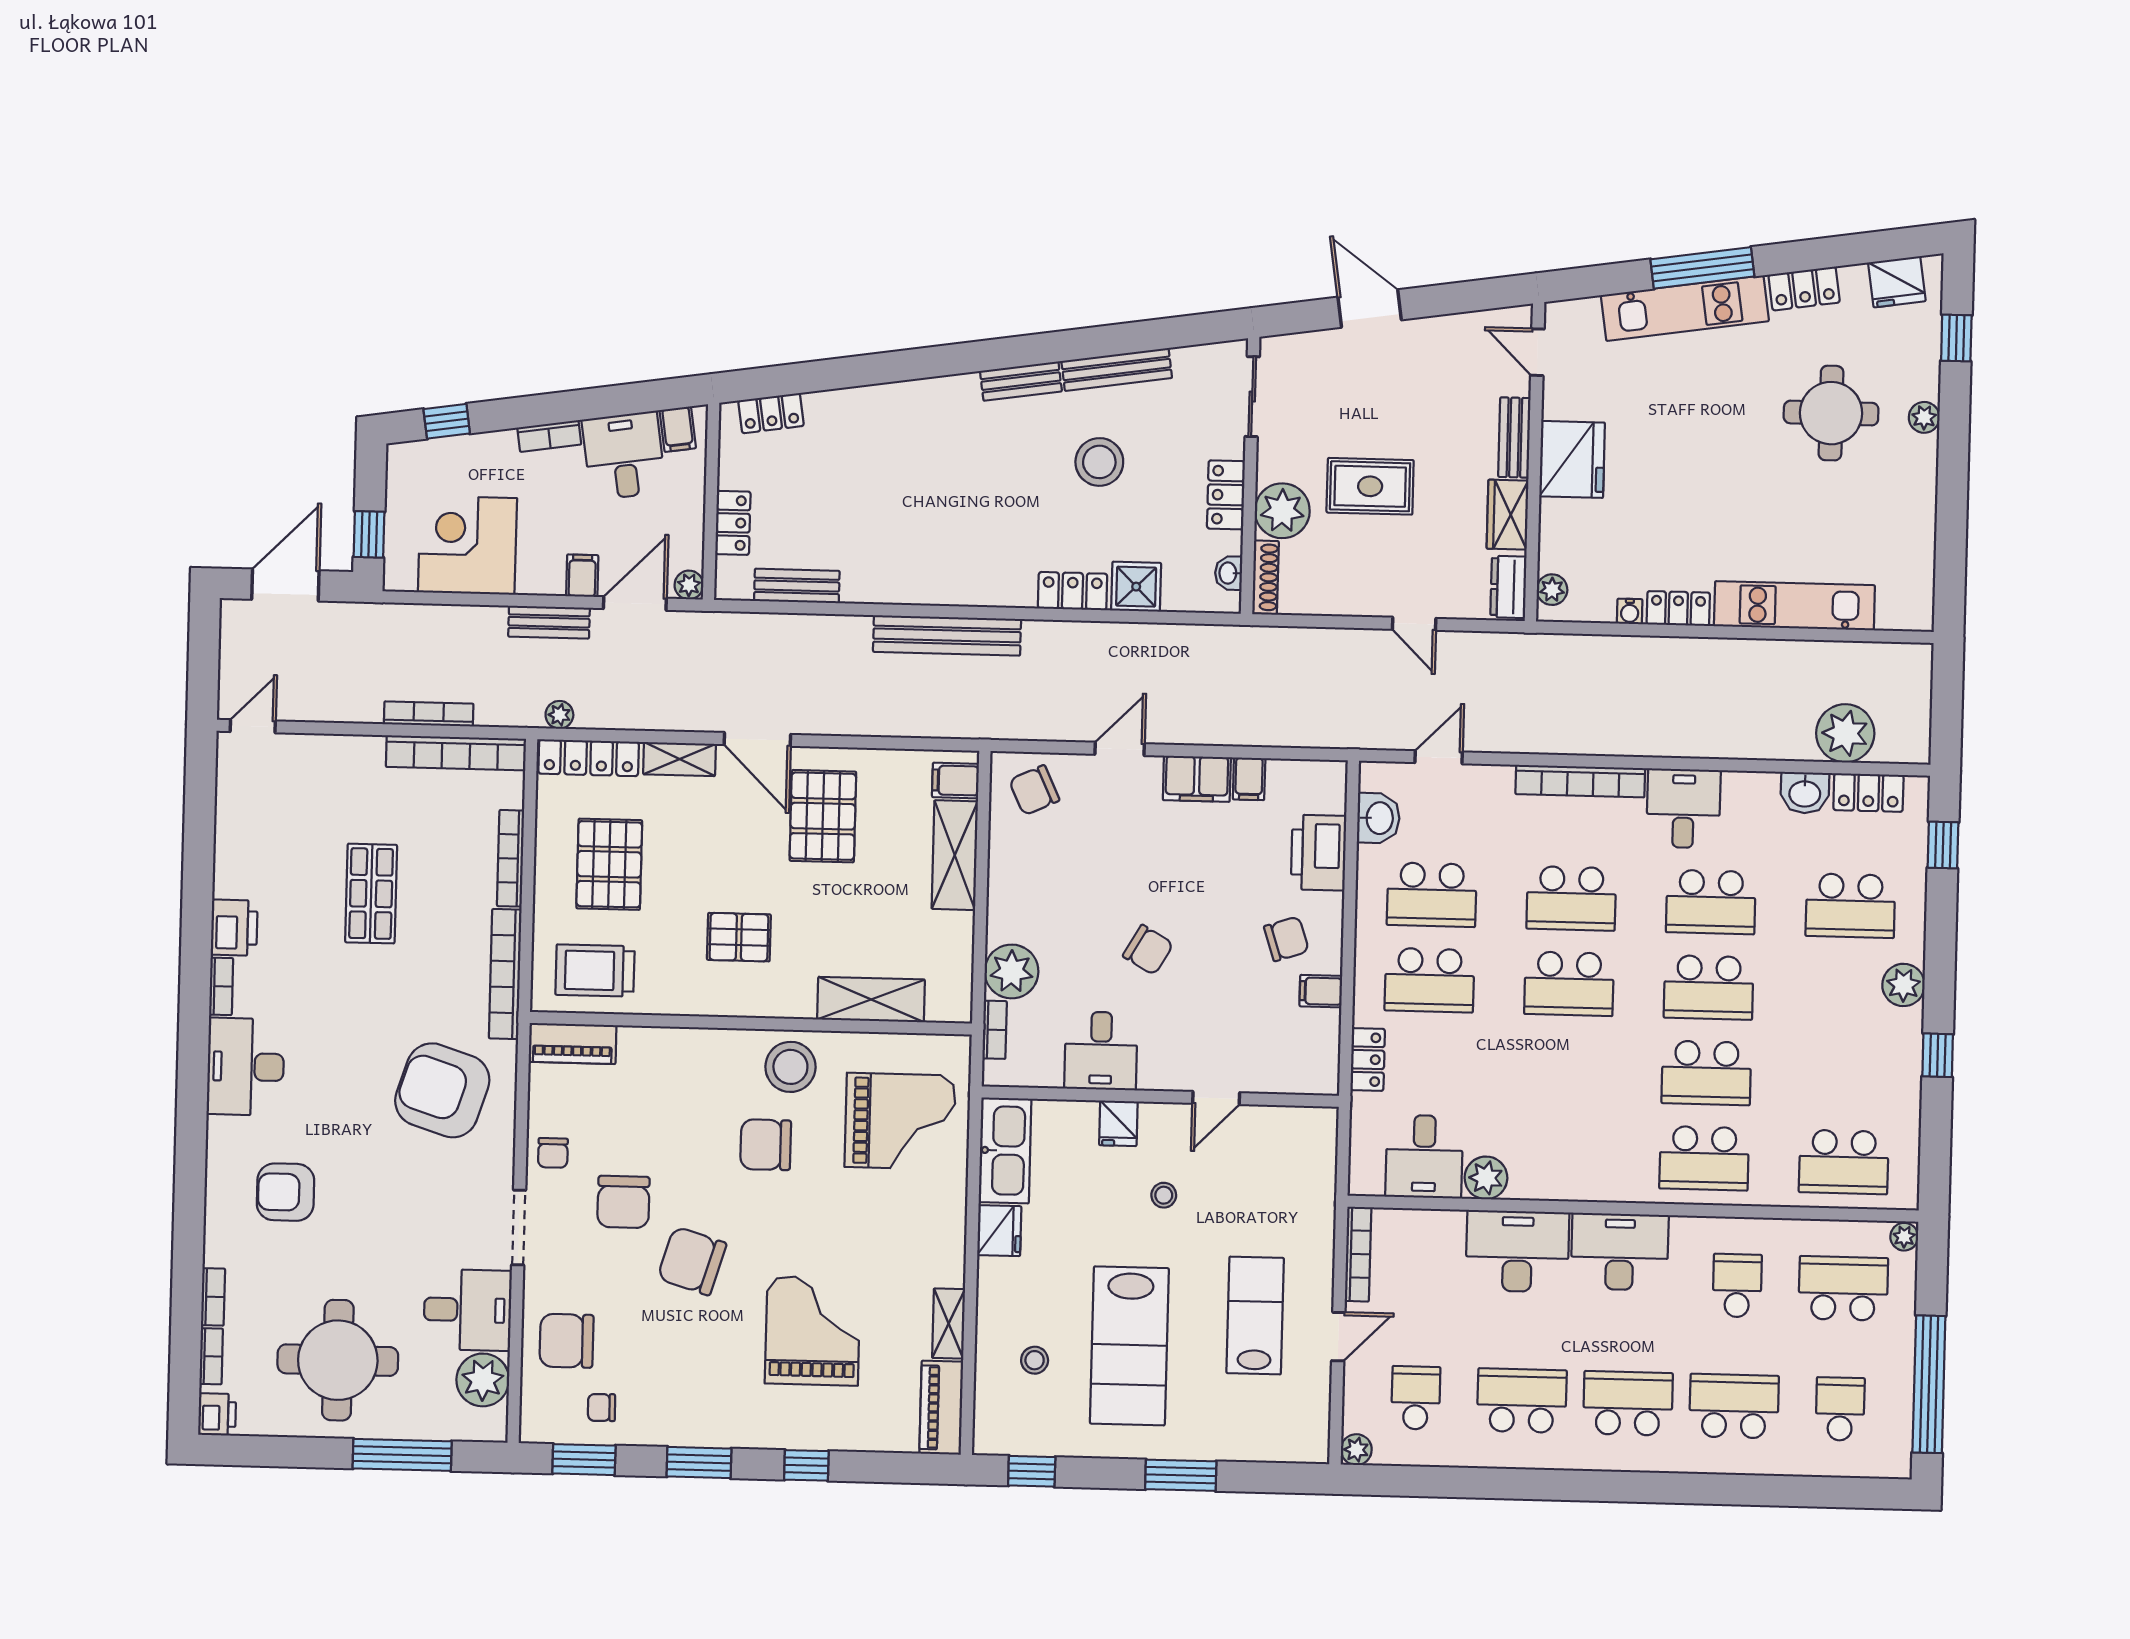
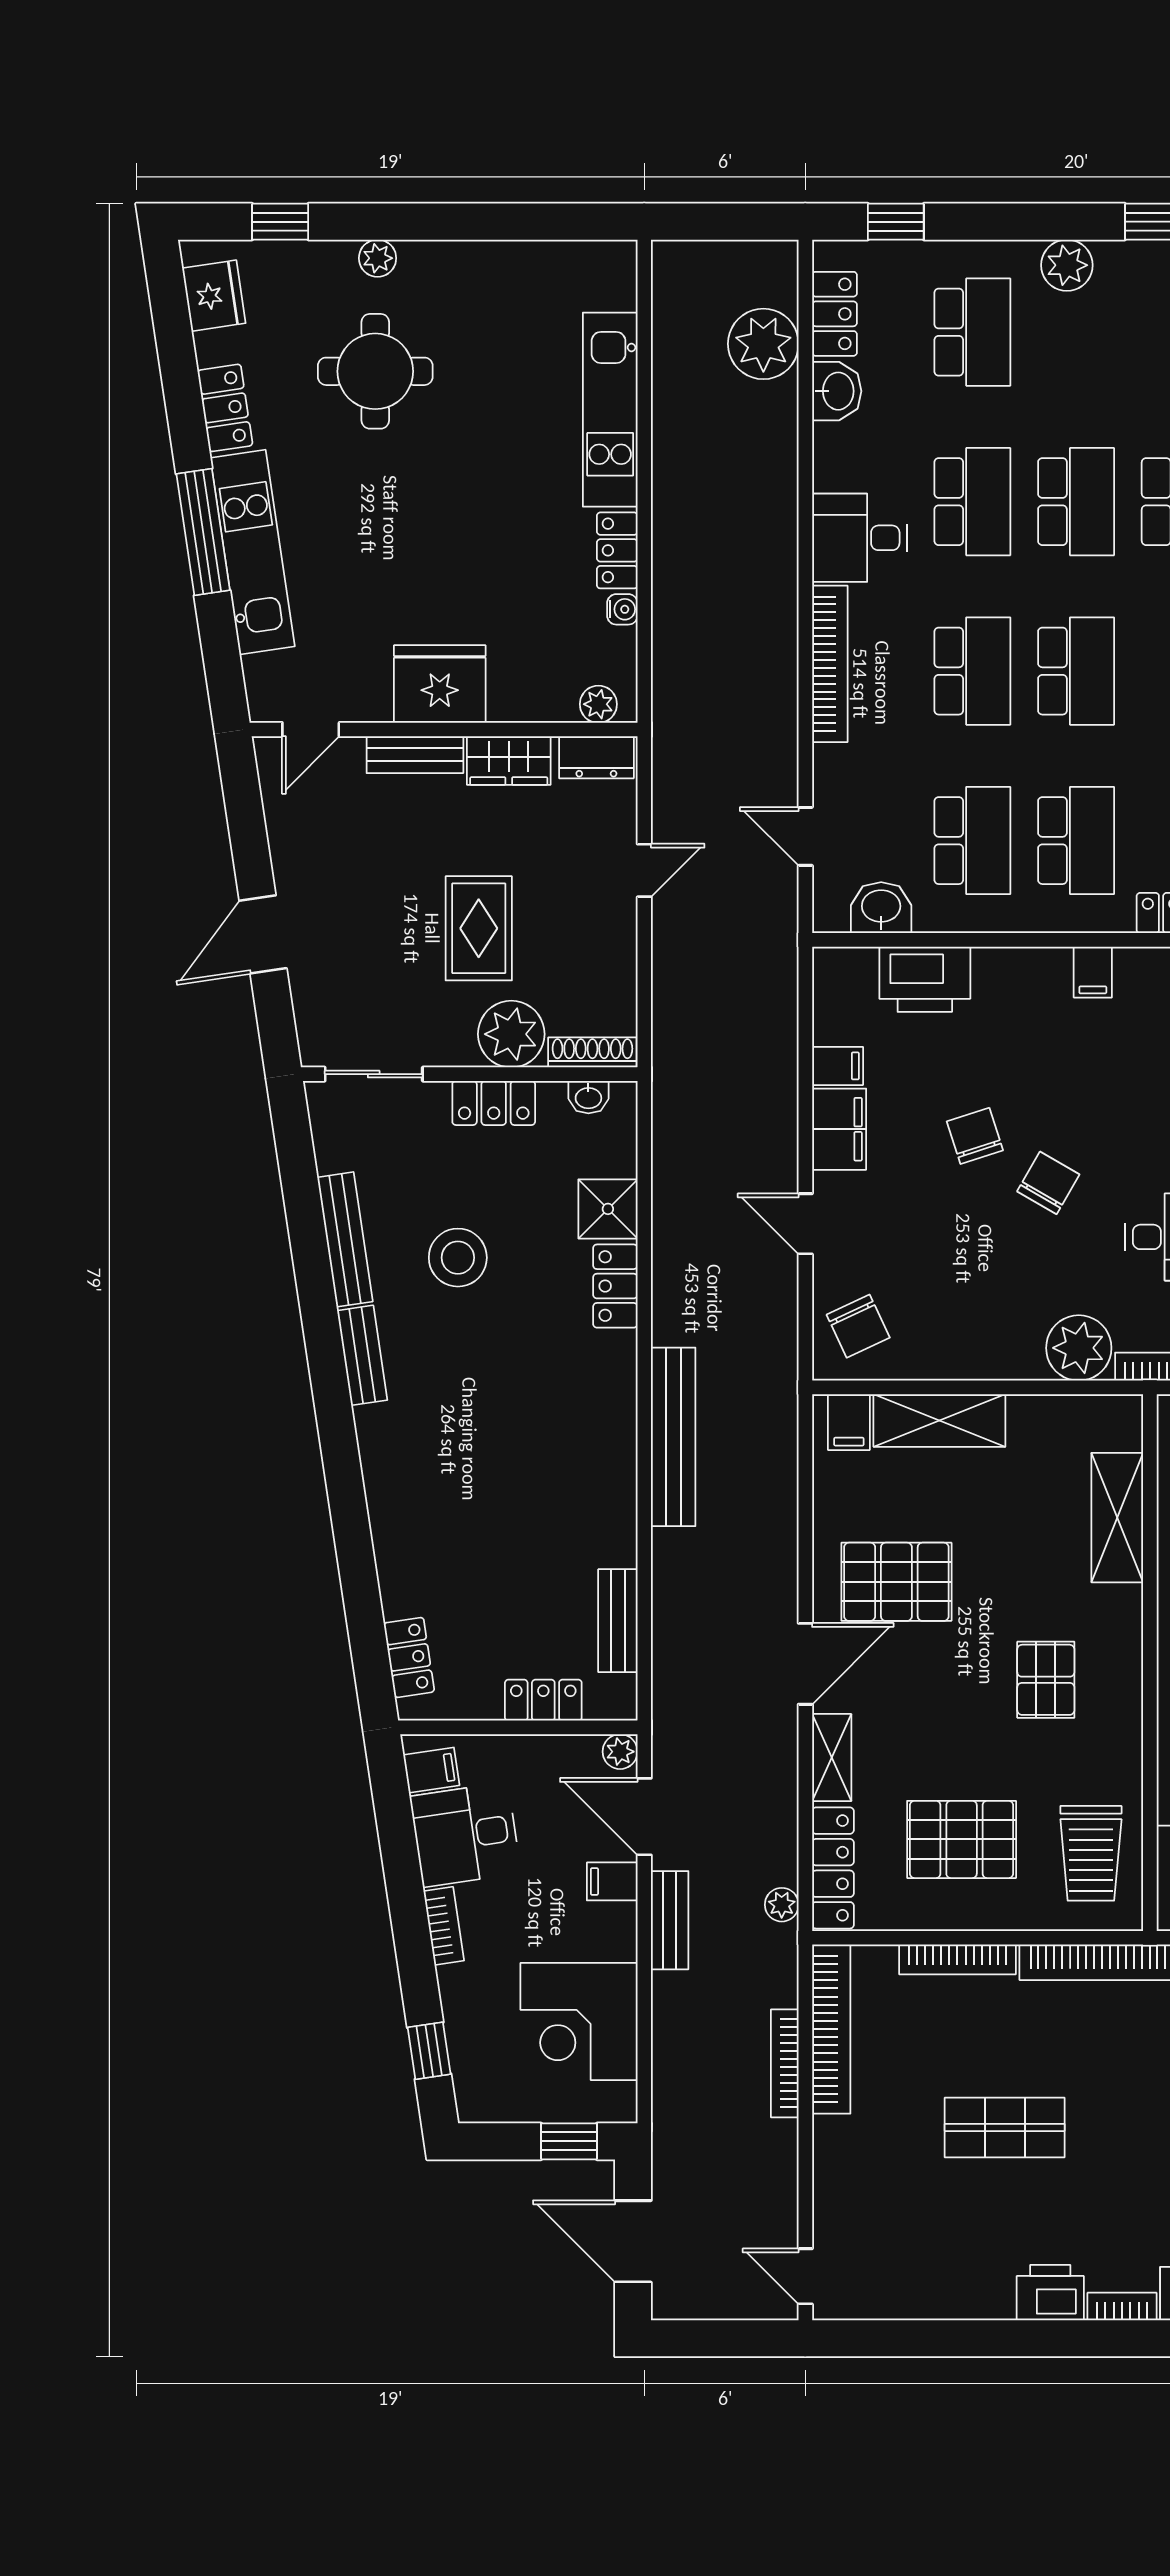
chair: (1286, 939) -> (975, 1136), moved

